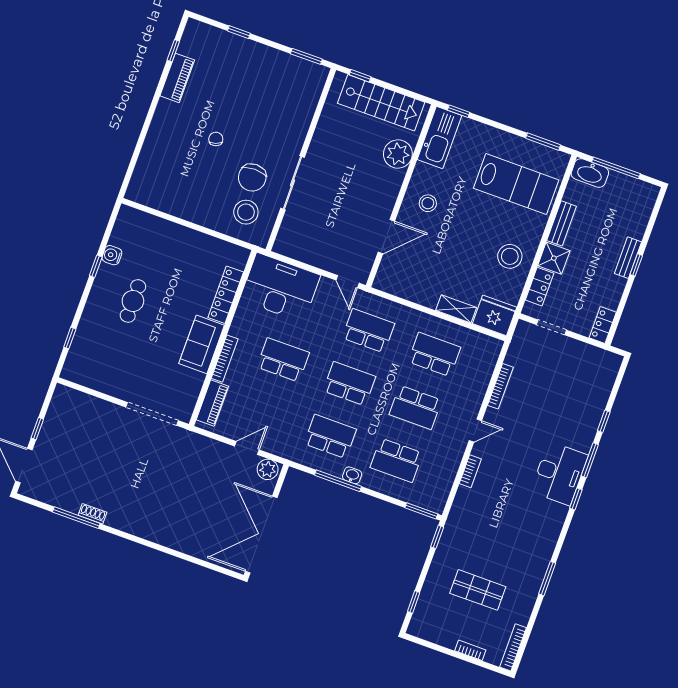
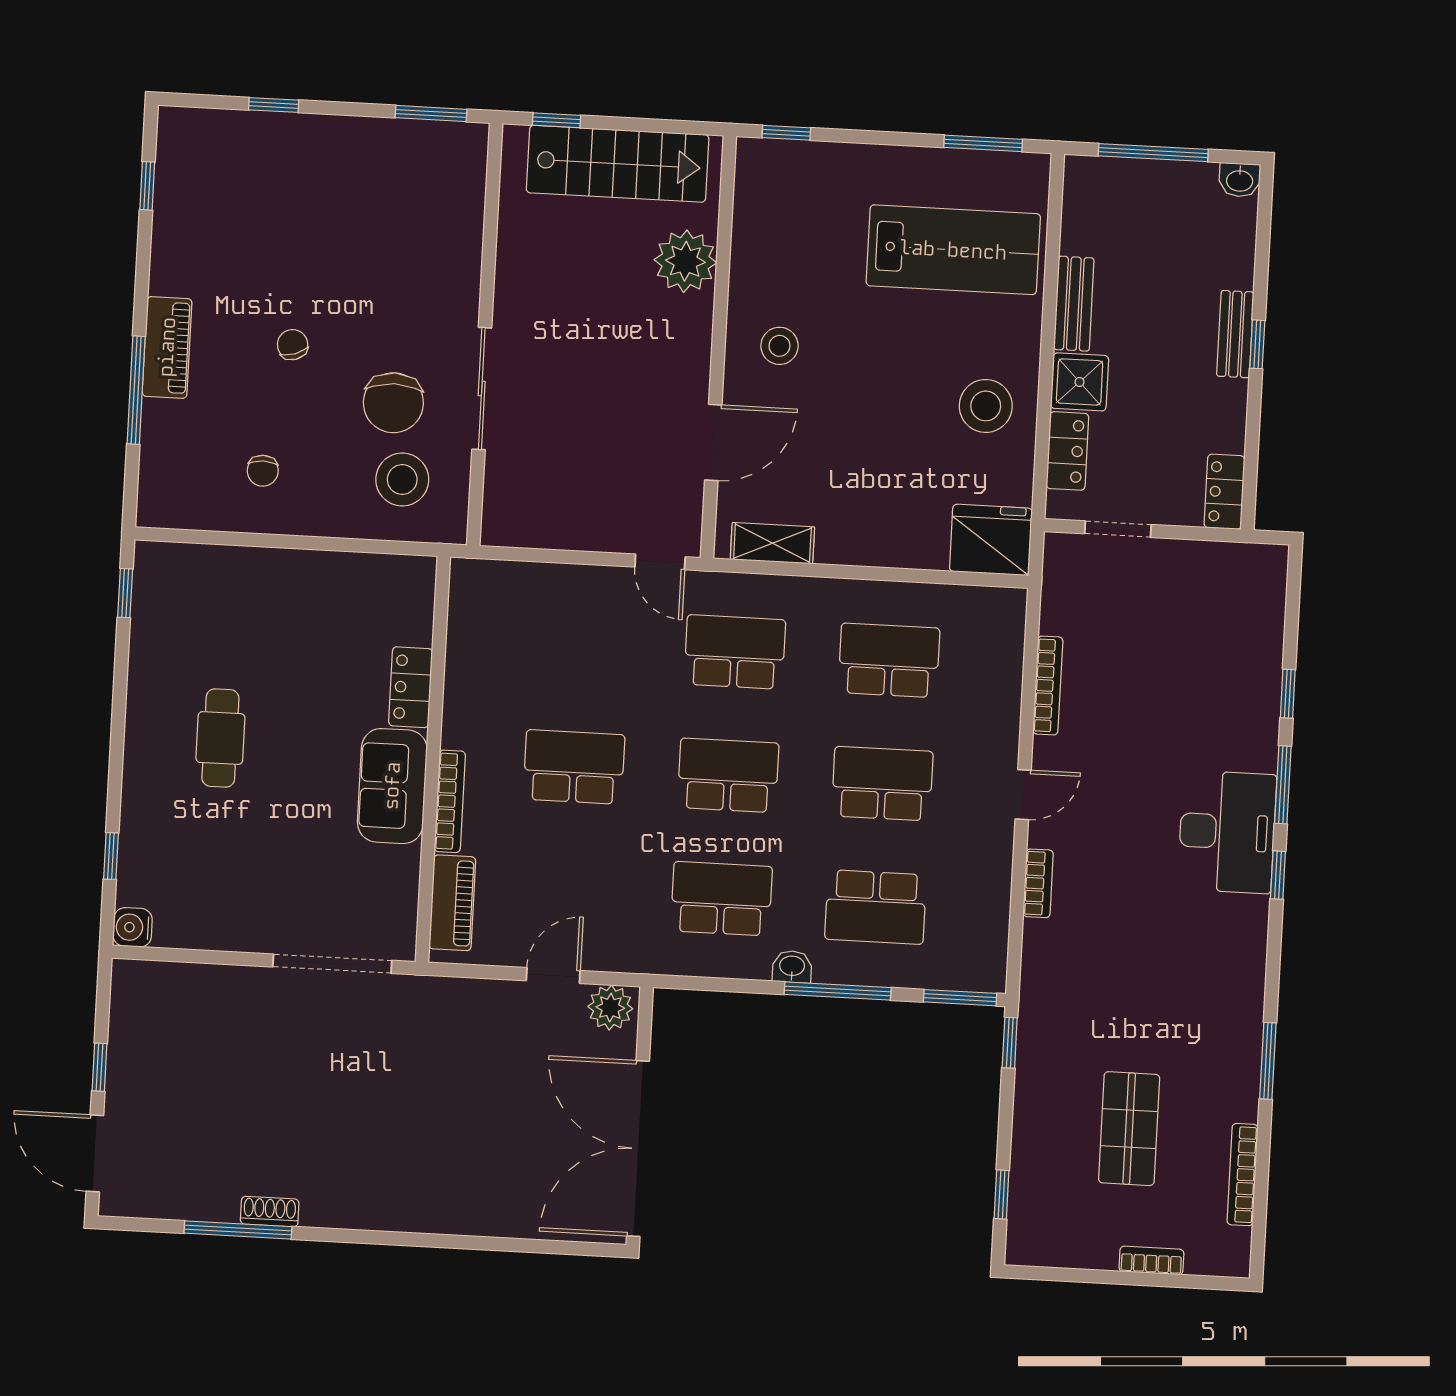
piano: (177, 78) -> (167, 347), moved
kitchen sink: (439, 137) -> (763, 200), removed
window: (142, 138) -> (136, 390), added
washbasin: (590, 173) -> (1240, 180), moved, width x0.52, depth x0.69
chair: (186, 190) -> (263, 471), added
water cooler: (112, 255) -> (133, 927), moved
window: (96, 266) -> (125, 593), moved
desk: (280, 288) -> (522, 617), removed
locker: (226, 295) -> (411, 687), width x0.66
shelving: (456, 309) -> (772, 543), moved
school desk: (415, 407) -> (882, 784), turned 180
window: (338, 481) -> (838, 991), moved
shop shelf: (478, 590) -> (1129, 1129), turned 90
bookcase: (513, 647) -> (1243, 1175), moved

